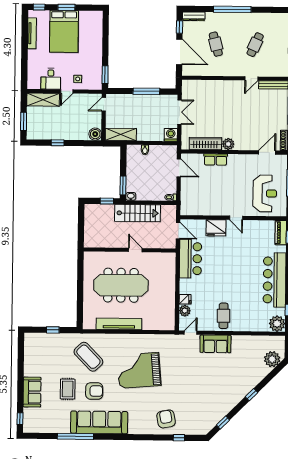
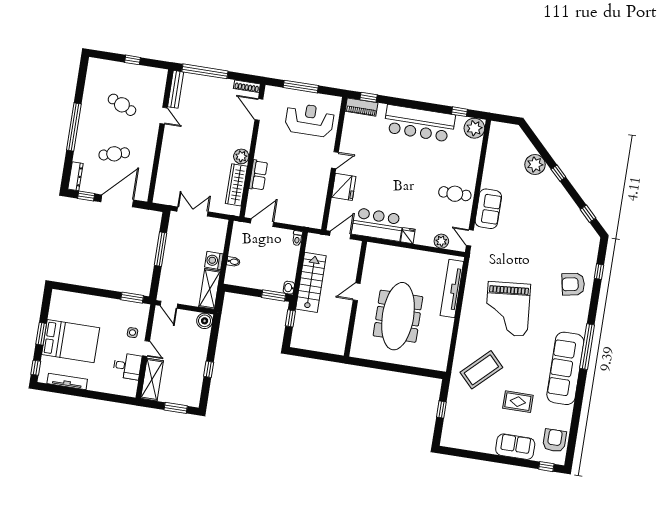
washing machine: (171, 135) -> (214, 261), moved
fridge: (185, 299) -> (408, 236), moved
tv unit: (119, 324) -> (452, 289), moved
plant: (272, 359) -> (535, 165), moved
armchair: (94, 391) -> (555, 440), moved
window: (75, 436) -> (587, 347), moved

